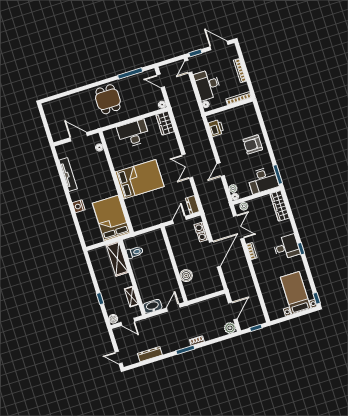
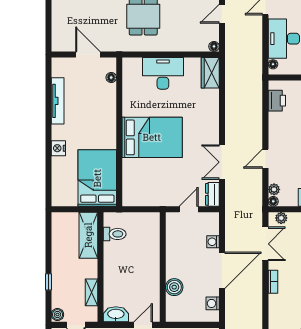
door: (161, 81) -> (222, 14), hinge flipped
double door: (187, 166) -> (222, 162), moved
washing machine: (200, 228) -> (213, 303), moved

